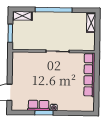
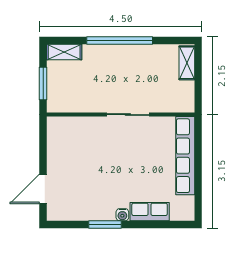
row of seats: (39, 105) -> (150, 212), moved

